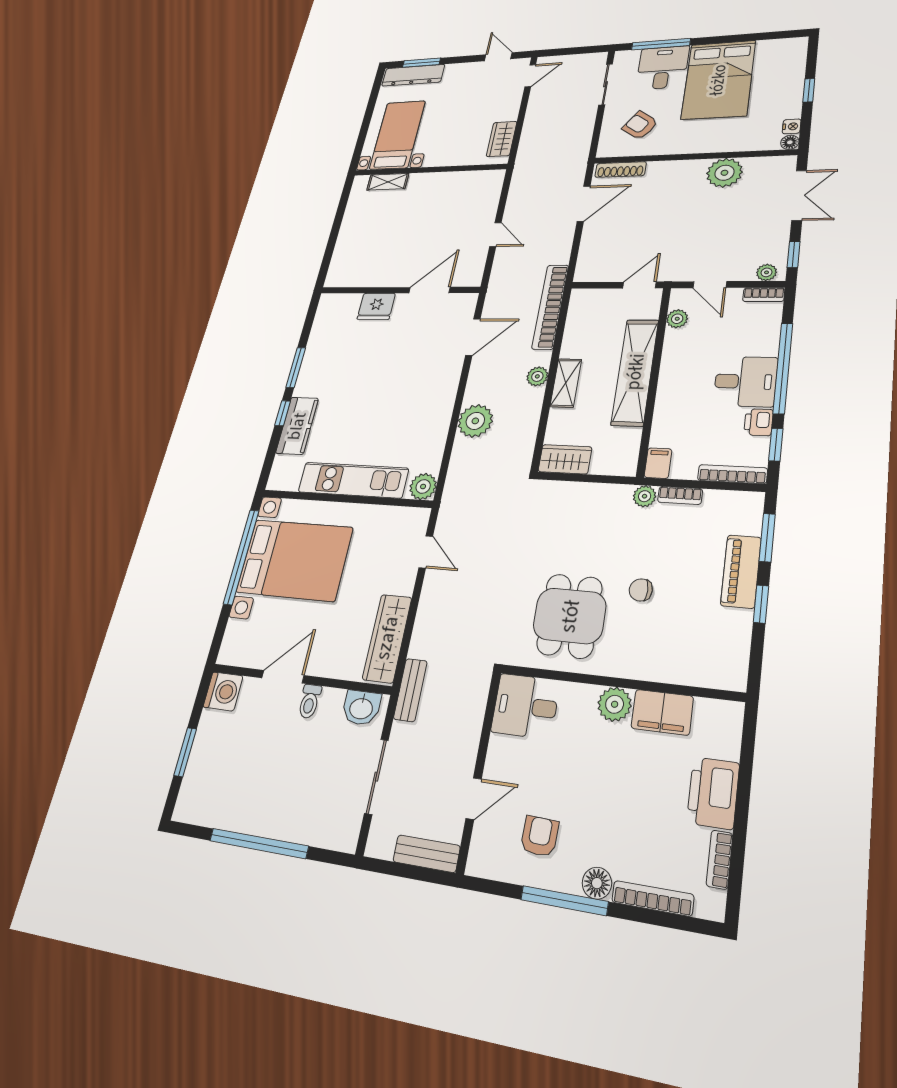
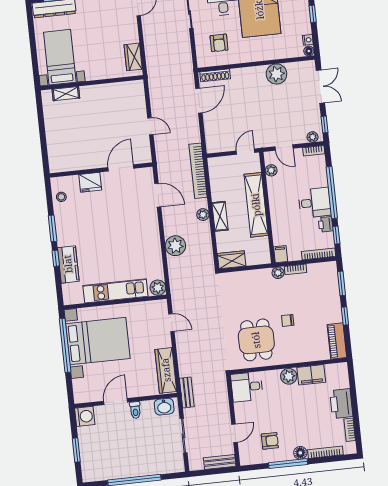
armchair: (640, 125) -> (219, 43), turned -126
stool: (326, 323) -> (61, 197), added
door: (473, 337) -> (158, 195), hinge flipped
piano: (741, 571) -> (337, 341), moved
armchair: (540, 836) -> (270, 441), turned 88

